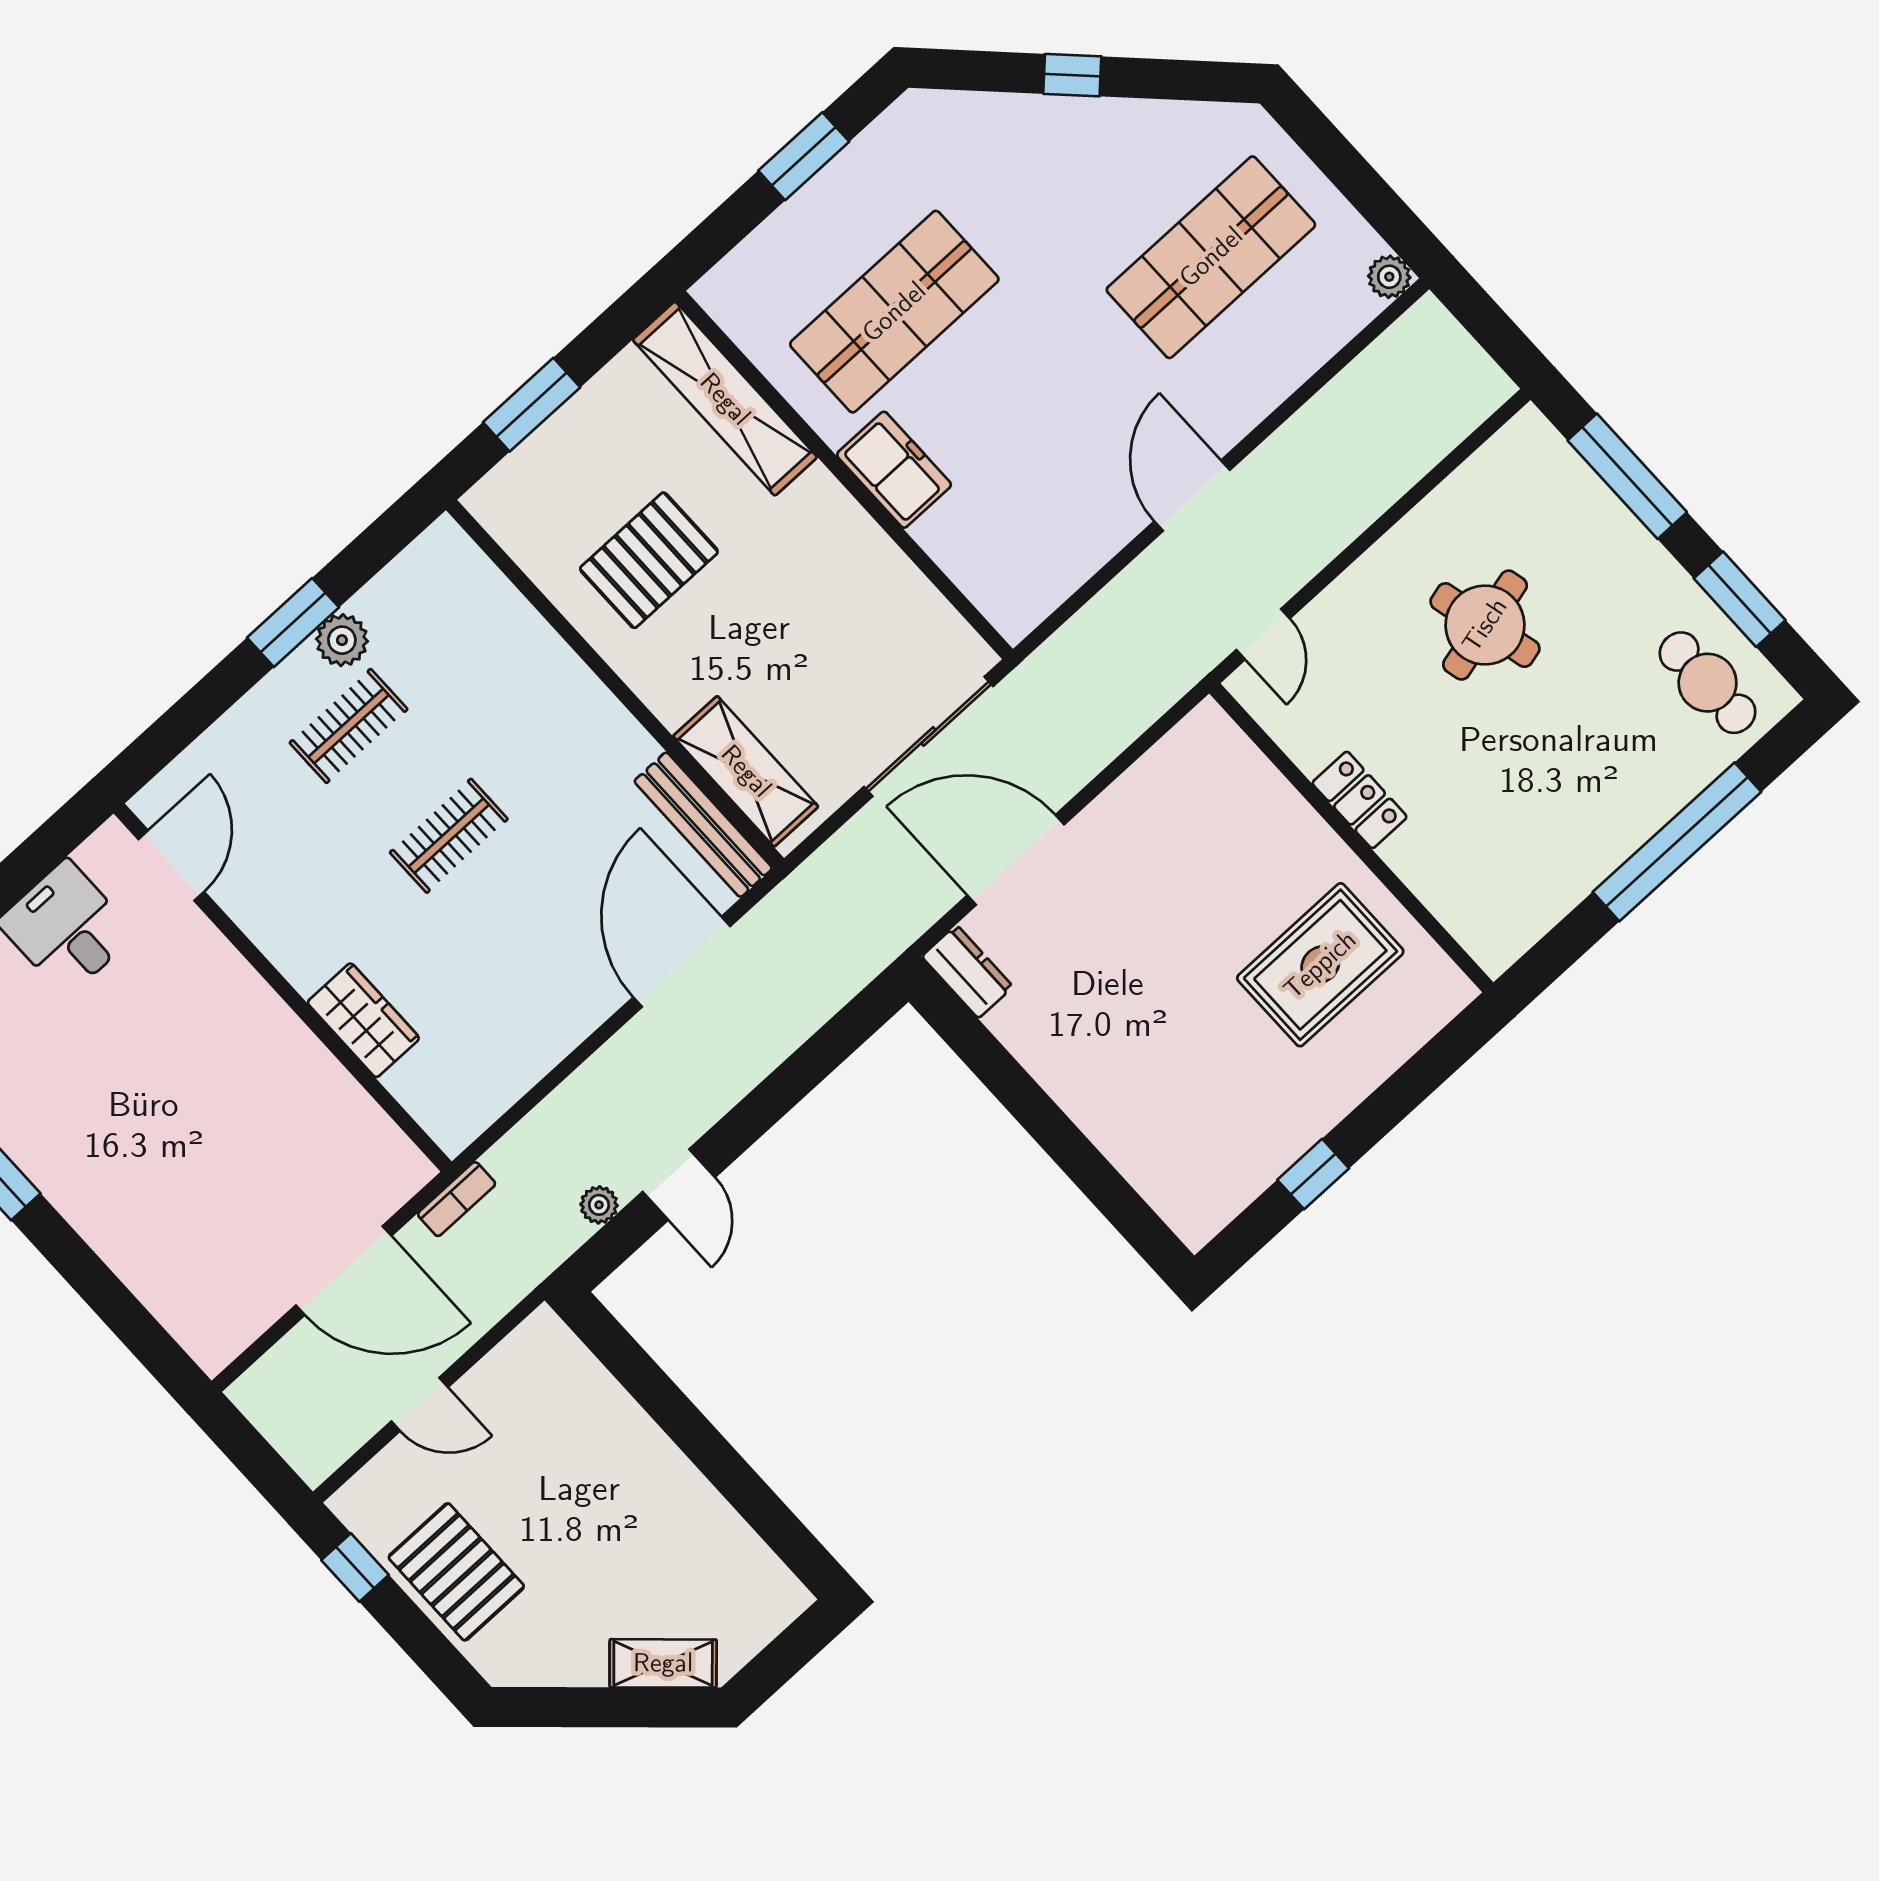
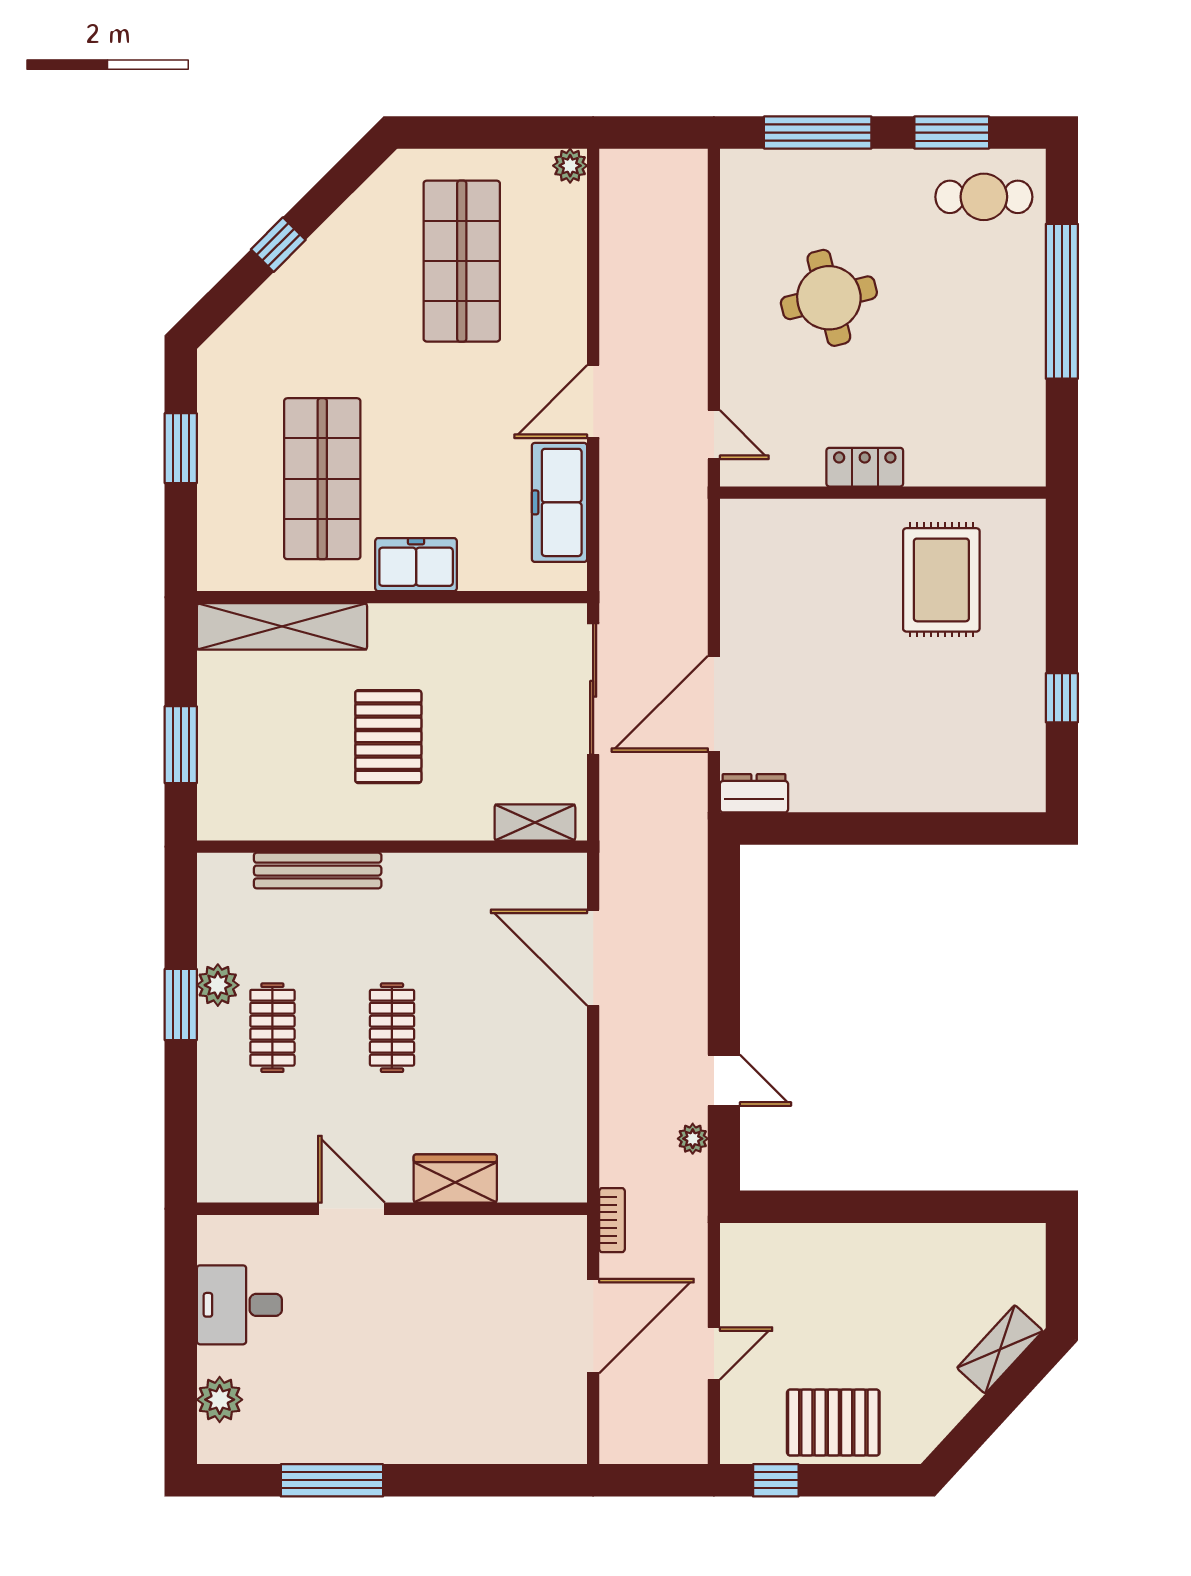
door: (1192, 496) -> (593, 402), hinge flipped
freezer: (1071, 549) -> (559, 502), added
pallet: (649, 560) -> (388, 737), moved
shelving: (746, 771) -> (535, 822), width x0.67, depth x0.75
bench: (703, 825) -> (318, 871), moved
door: (171, 866) -> (351, 1209), moved

